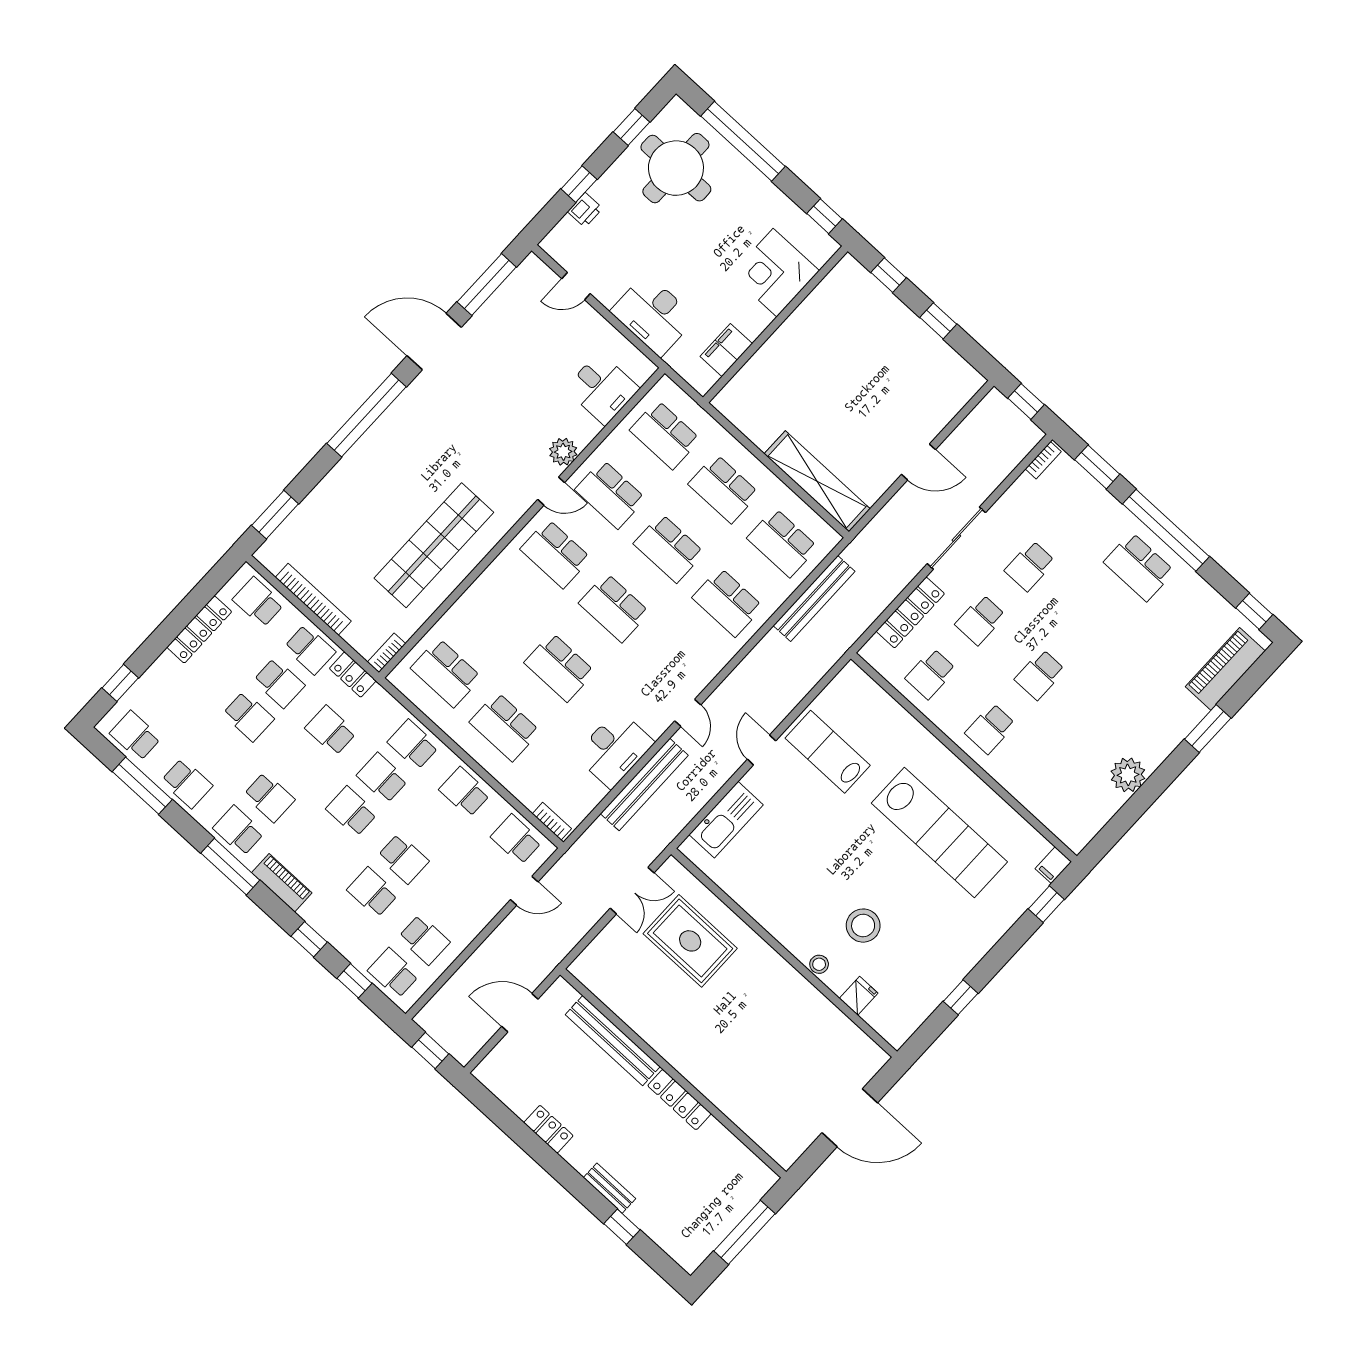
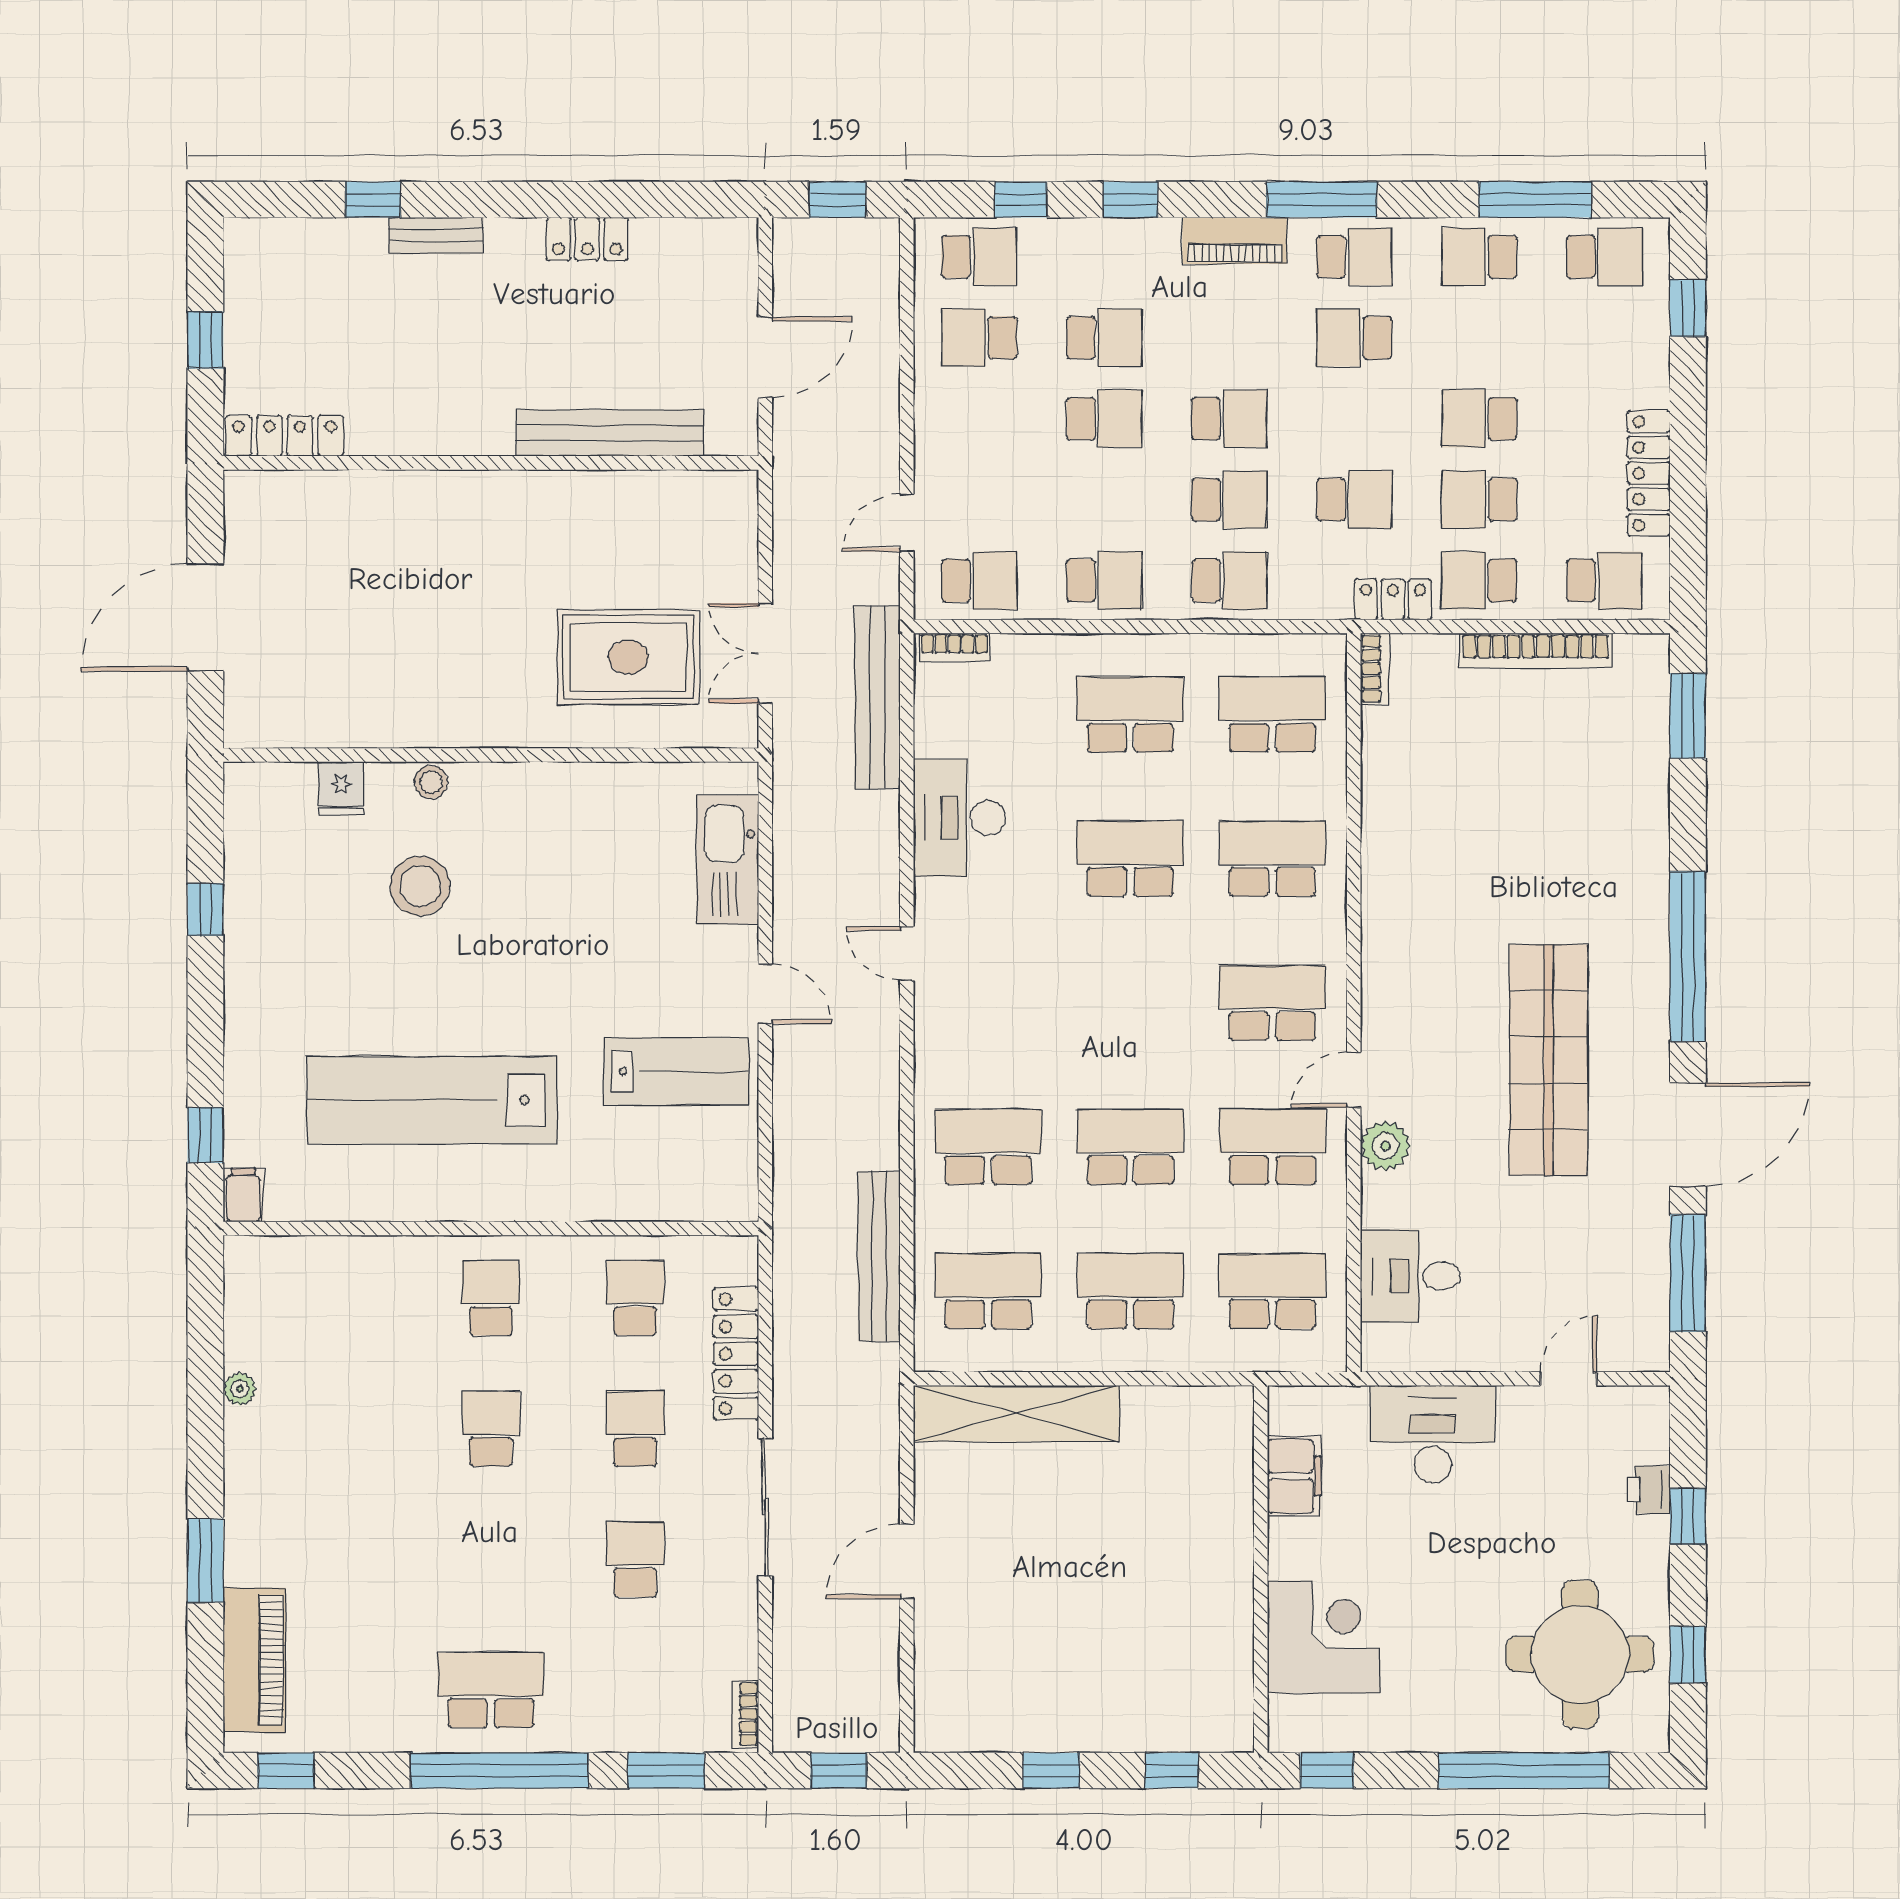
shop shelf: (434, 545) -> (1549, 1060), moved
school desk: (614, 608) -> (1272, 859), moved
plant: (1128, 775) -> (240, 1389), width x0.53, depth x0.53
bench: (644, 784) -> (877, 697), moved
school desk: (403, 859) -> (1104, 419), turned 180
locker: (679, 1100) -> (285, 436), moved
window: (744, 1232) -> (205, 340), width x0.46

